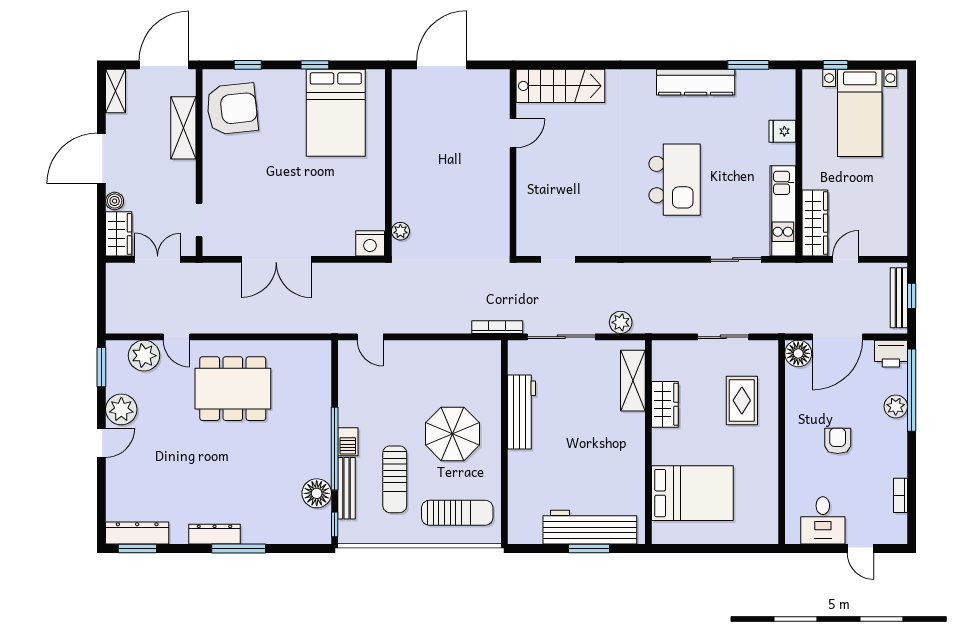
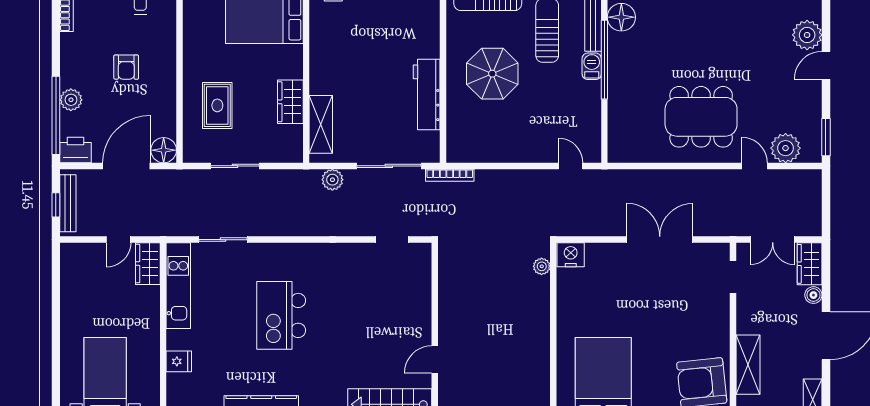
wardrobe: (815, 223) -> (148, 264), width x0.67
plant: (121, 409) -> (807, 35), moved

